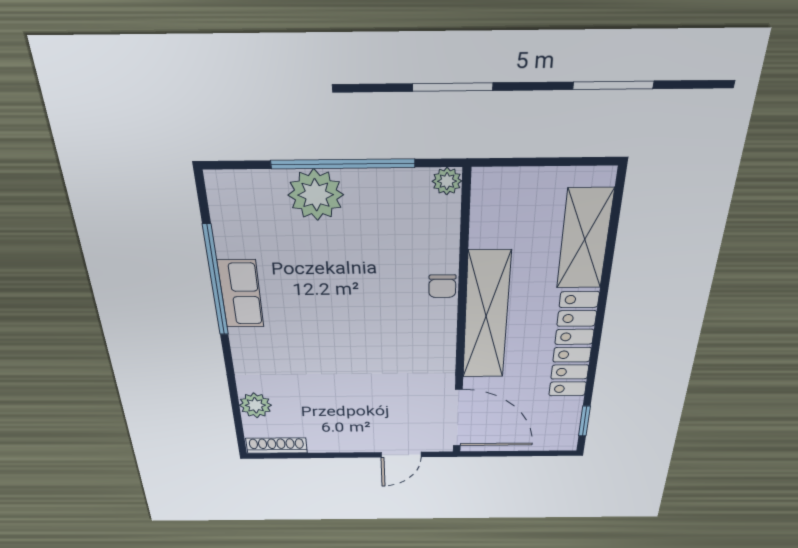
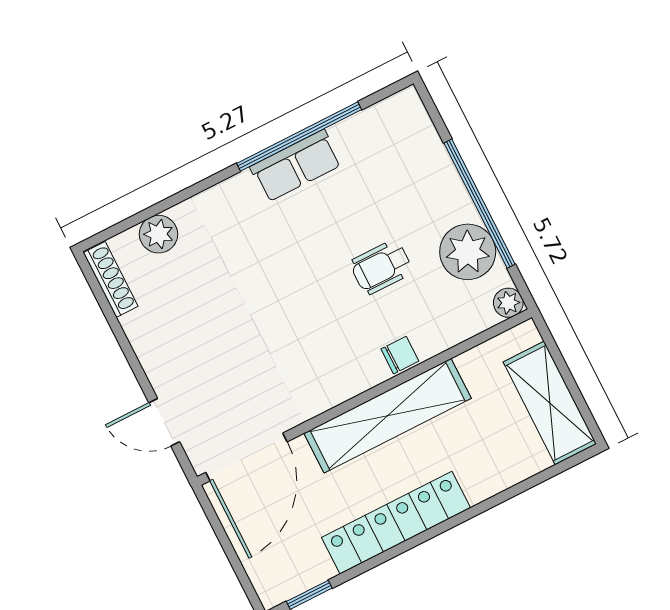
plant: (316, 195) -> (468, 252), moved
shelving: (585, 239) -> (550, 403), moved, turned 90
wheelchair: (360, 268) -> (381, 267), added
chair: (442, 286) -> (400, 355), turned 180

